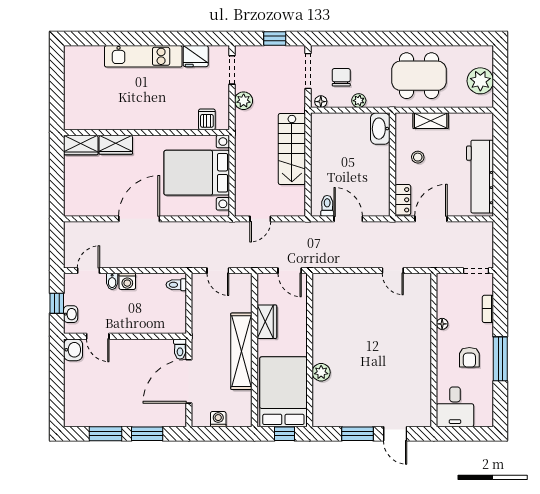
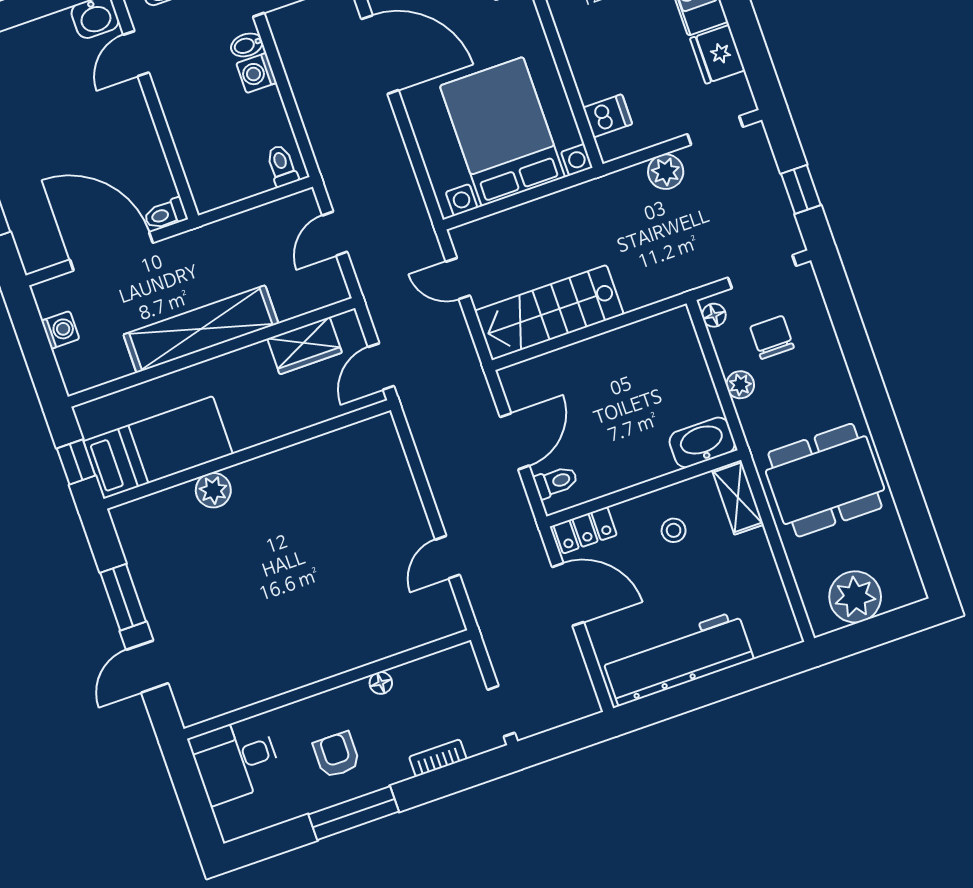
dining table: (419, 76) -> (825, 480), turned 90
chair: (341, 77) -> (772, 337), turned -90
shelving: (431, 121) -> (738, 497), moved
stairs: (292, 149) -> (549, 313), moved
toilet: (327, 206) -> (556, 482), moved
wardrobe: (267, 322) -> (305, 346), moved
armchair: (469, 357) -> (337, 755), turned 90
bed: (283, 392) -> (158, 448), width x0.67

